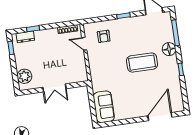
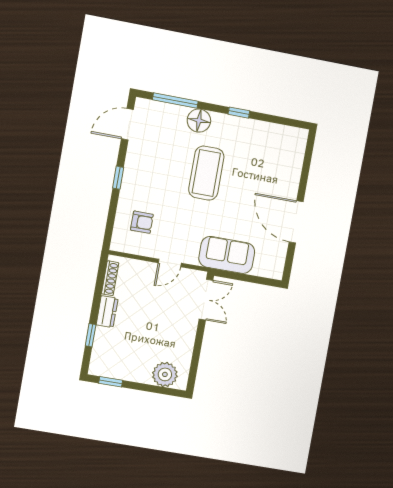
dresser: (25, 37) -> (107, 312), moved
door: (84, 44) -> (170, 263), moved
double door: (54, 88) -> (206, 300), moved
sofa: (104, 107) -> (227, 255), moved
door: (160, 117) -> (296, 222), moved

